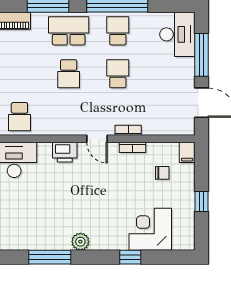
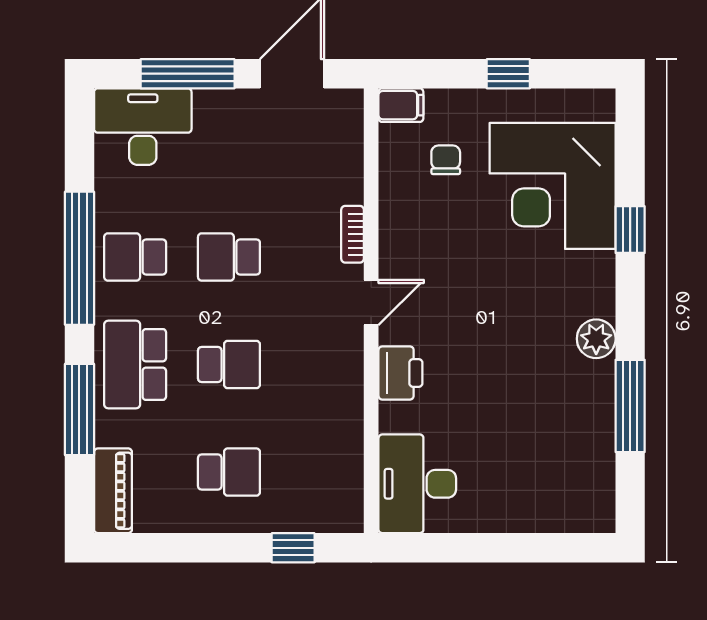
school desk: (19, 117) -> (229, 472), moved
bookcase: (133, 147) -> (390, 225), removed
corner desk: (150, 229) -> (553, 186), width x1.36, depth x1.36

